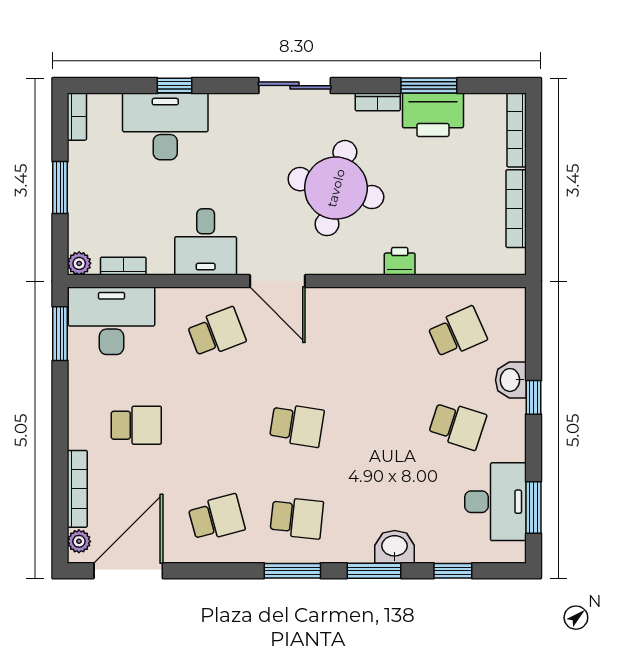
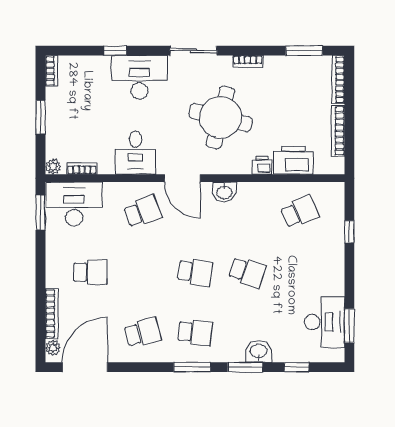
window: (429, 86) -> (304, 51), moved
printer: (433, 115) -> (293, 160), moved, turned 180
desk: (165, 126) -> (139, 77), moved
washbasin: (511, 380) -> (224, 192), moved, turned -90
window: (534, 397) -> (349, 232), moved
school desk: (457, 425) -> (247, 272), moved

